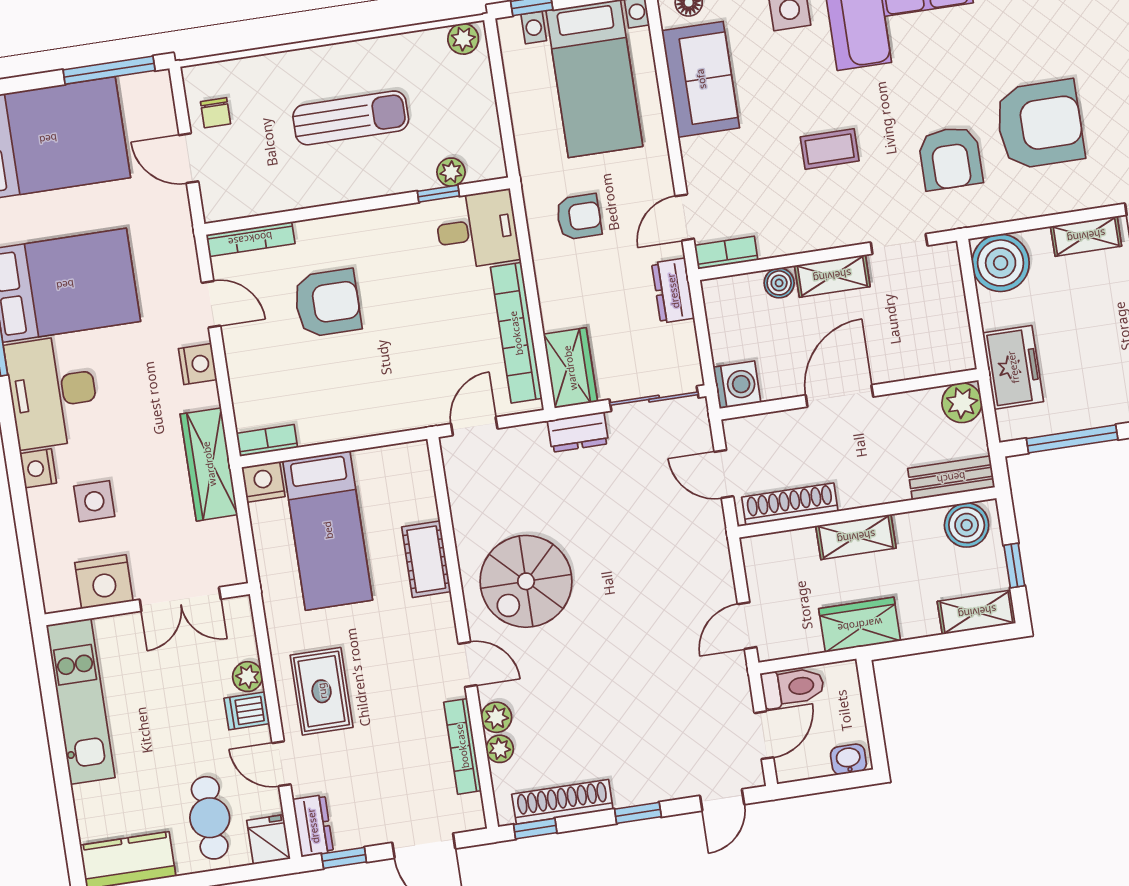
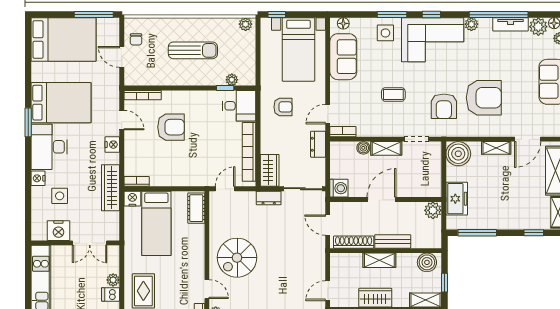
bench: (951, 478) -> (393, 241), moved
cot: (426, 559) -> (196, 208), moved

